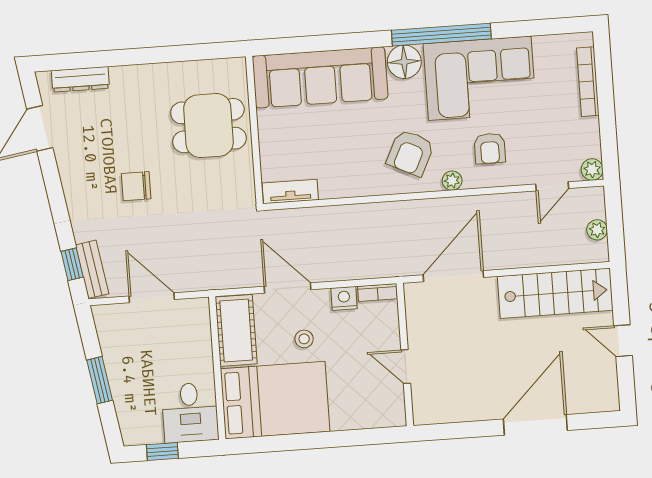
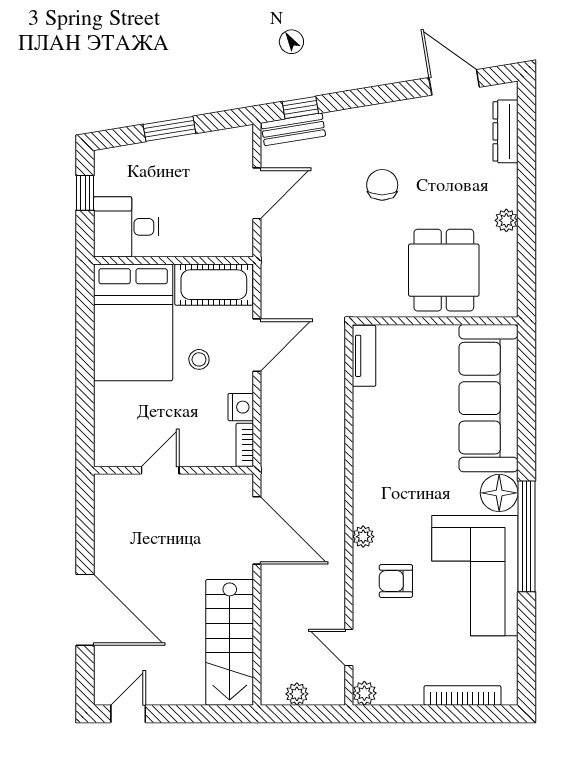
plant: (160, 73) -> (506, 220), added
armchair: (410, 153) -> (397, 492), removed
door: (623, 341) -> (128, 714), moved

